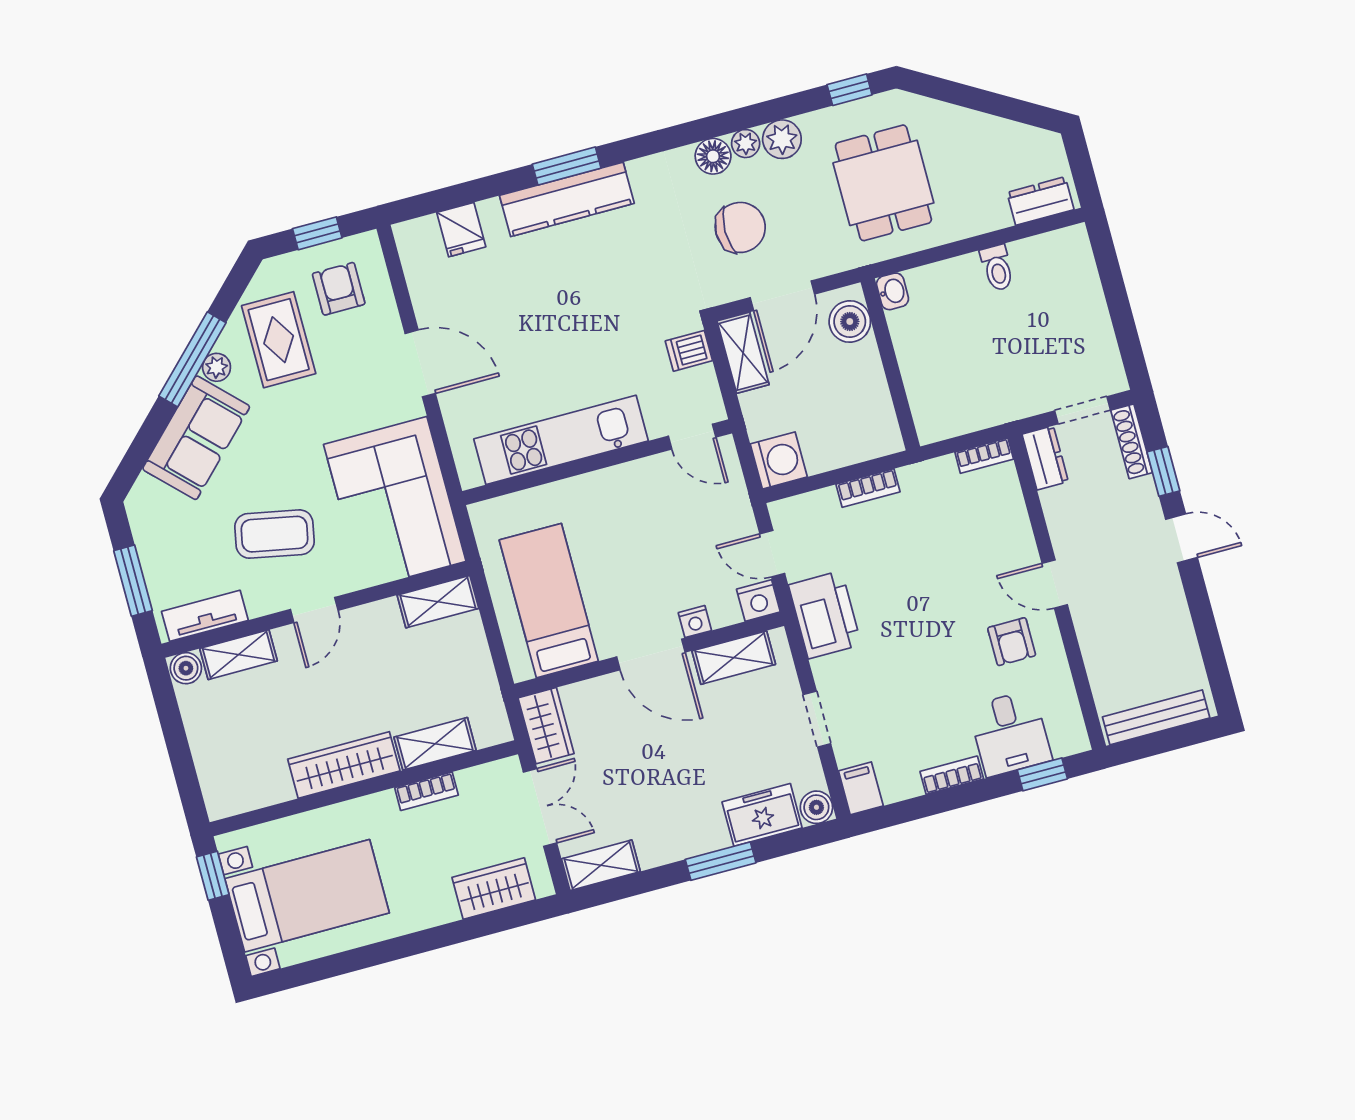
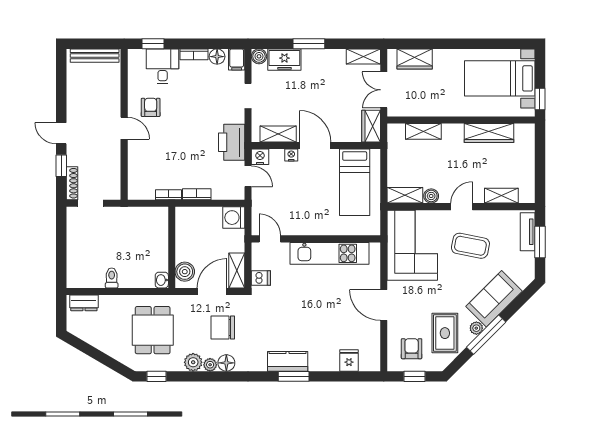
kitchen counter: (567, 199) -> (288, 361), width x0.67
armchair: (339, 289) -> (412, 349), turned 180
bookcase: (984, 456) -> (169, 195), moved
dresser: (1045, 458) -> (113, 186), removed
tv unit: (205, 616) -> (528, 232), moved, turned 90
boiler: (186, 668) -> (431, 196), moved
wardrobe: (344, 765) -> (489, 133), moved
floor lamp: (903, 783) -> (217, 57), added
bookcase: (426, 791) -> (433, 111), removed

